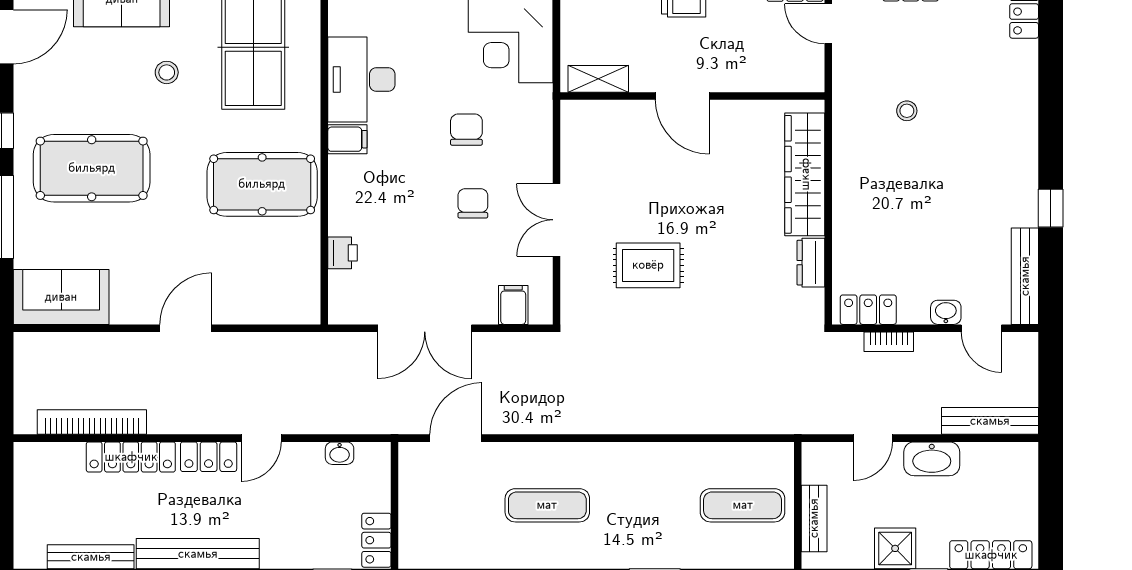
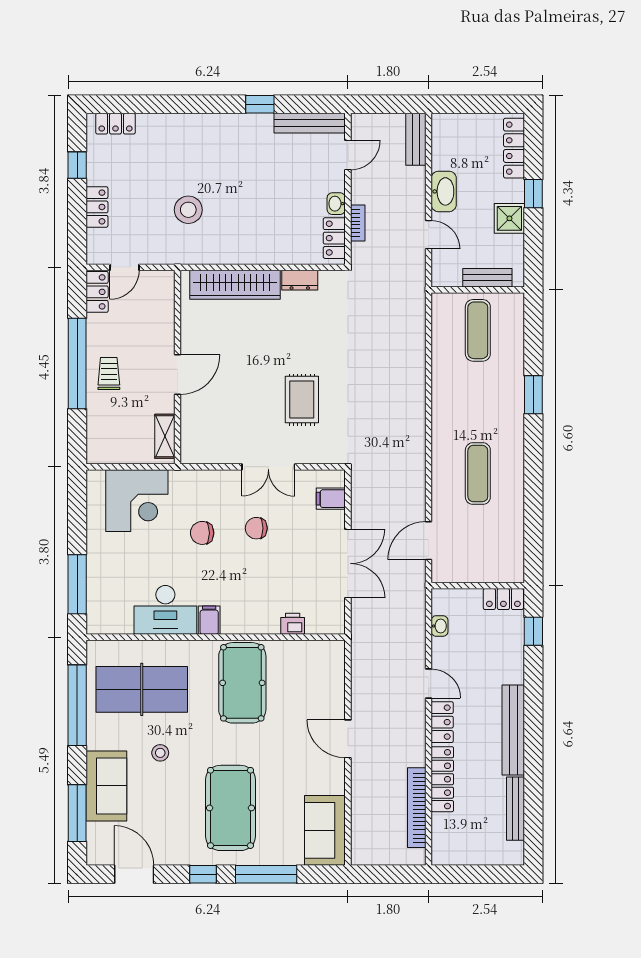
stool: (907, 111) -> (188, 210), width x1.89, depth x1.89
washbasin: (946, 312) -> (336, 204), moved
bench: (990, 421) -> (416, 139), width x0.73
door: (456, 438) -> (429, 541), hinge flipped

